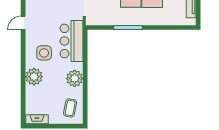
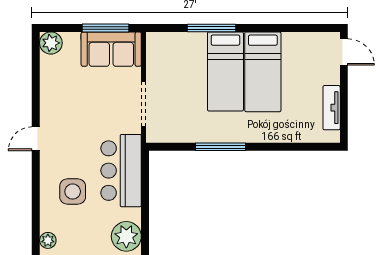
plant: (34, 77) -> (48, 240), width x0.53, depth x0.53

